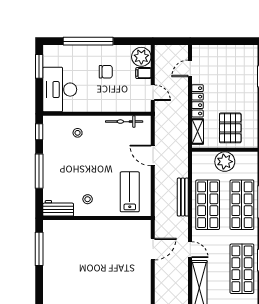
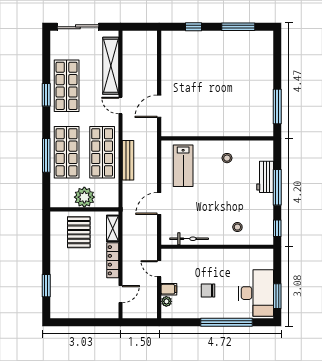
plant: (141, 57) -> (166, 301), width x0.53, depth x0.53
desk: (60, 90) -> (256, 293), moved
door: (153, 156) -> (159, 203), swing flipped
workbench: (58, 208) -> (265, 177), moved, turned 90

